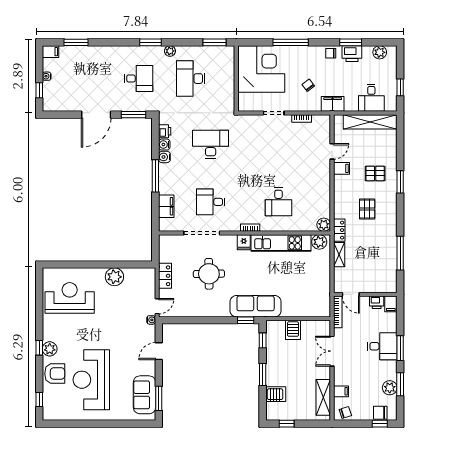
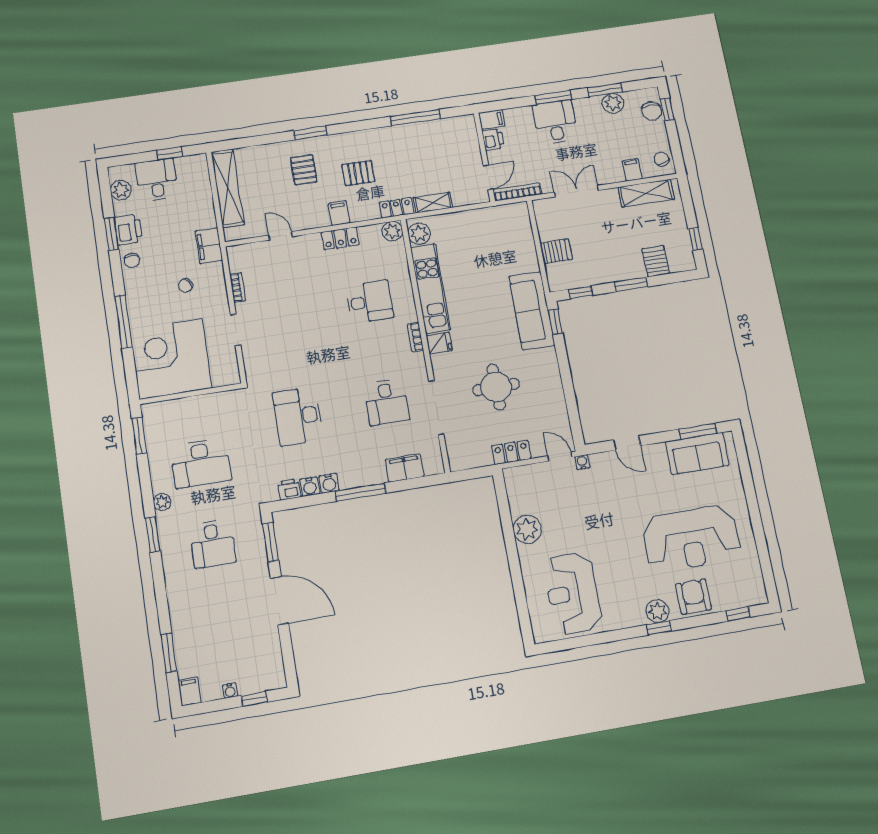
desk: (139, 79) -> (212, 544), turned 180
desk: (371, 98) -> (157, 180), moved, turned -90
filing cabinet: (341, 168) -> (339, 213), moved
locker: (324, 190) -> (340, 238), added
double door: (332, 351) -> (577, 191), swing flipped

